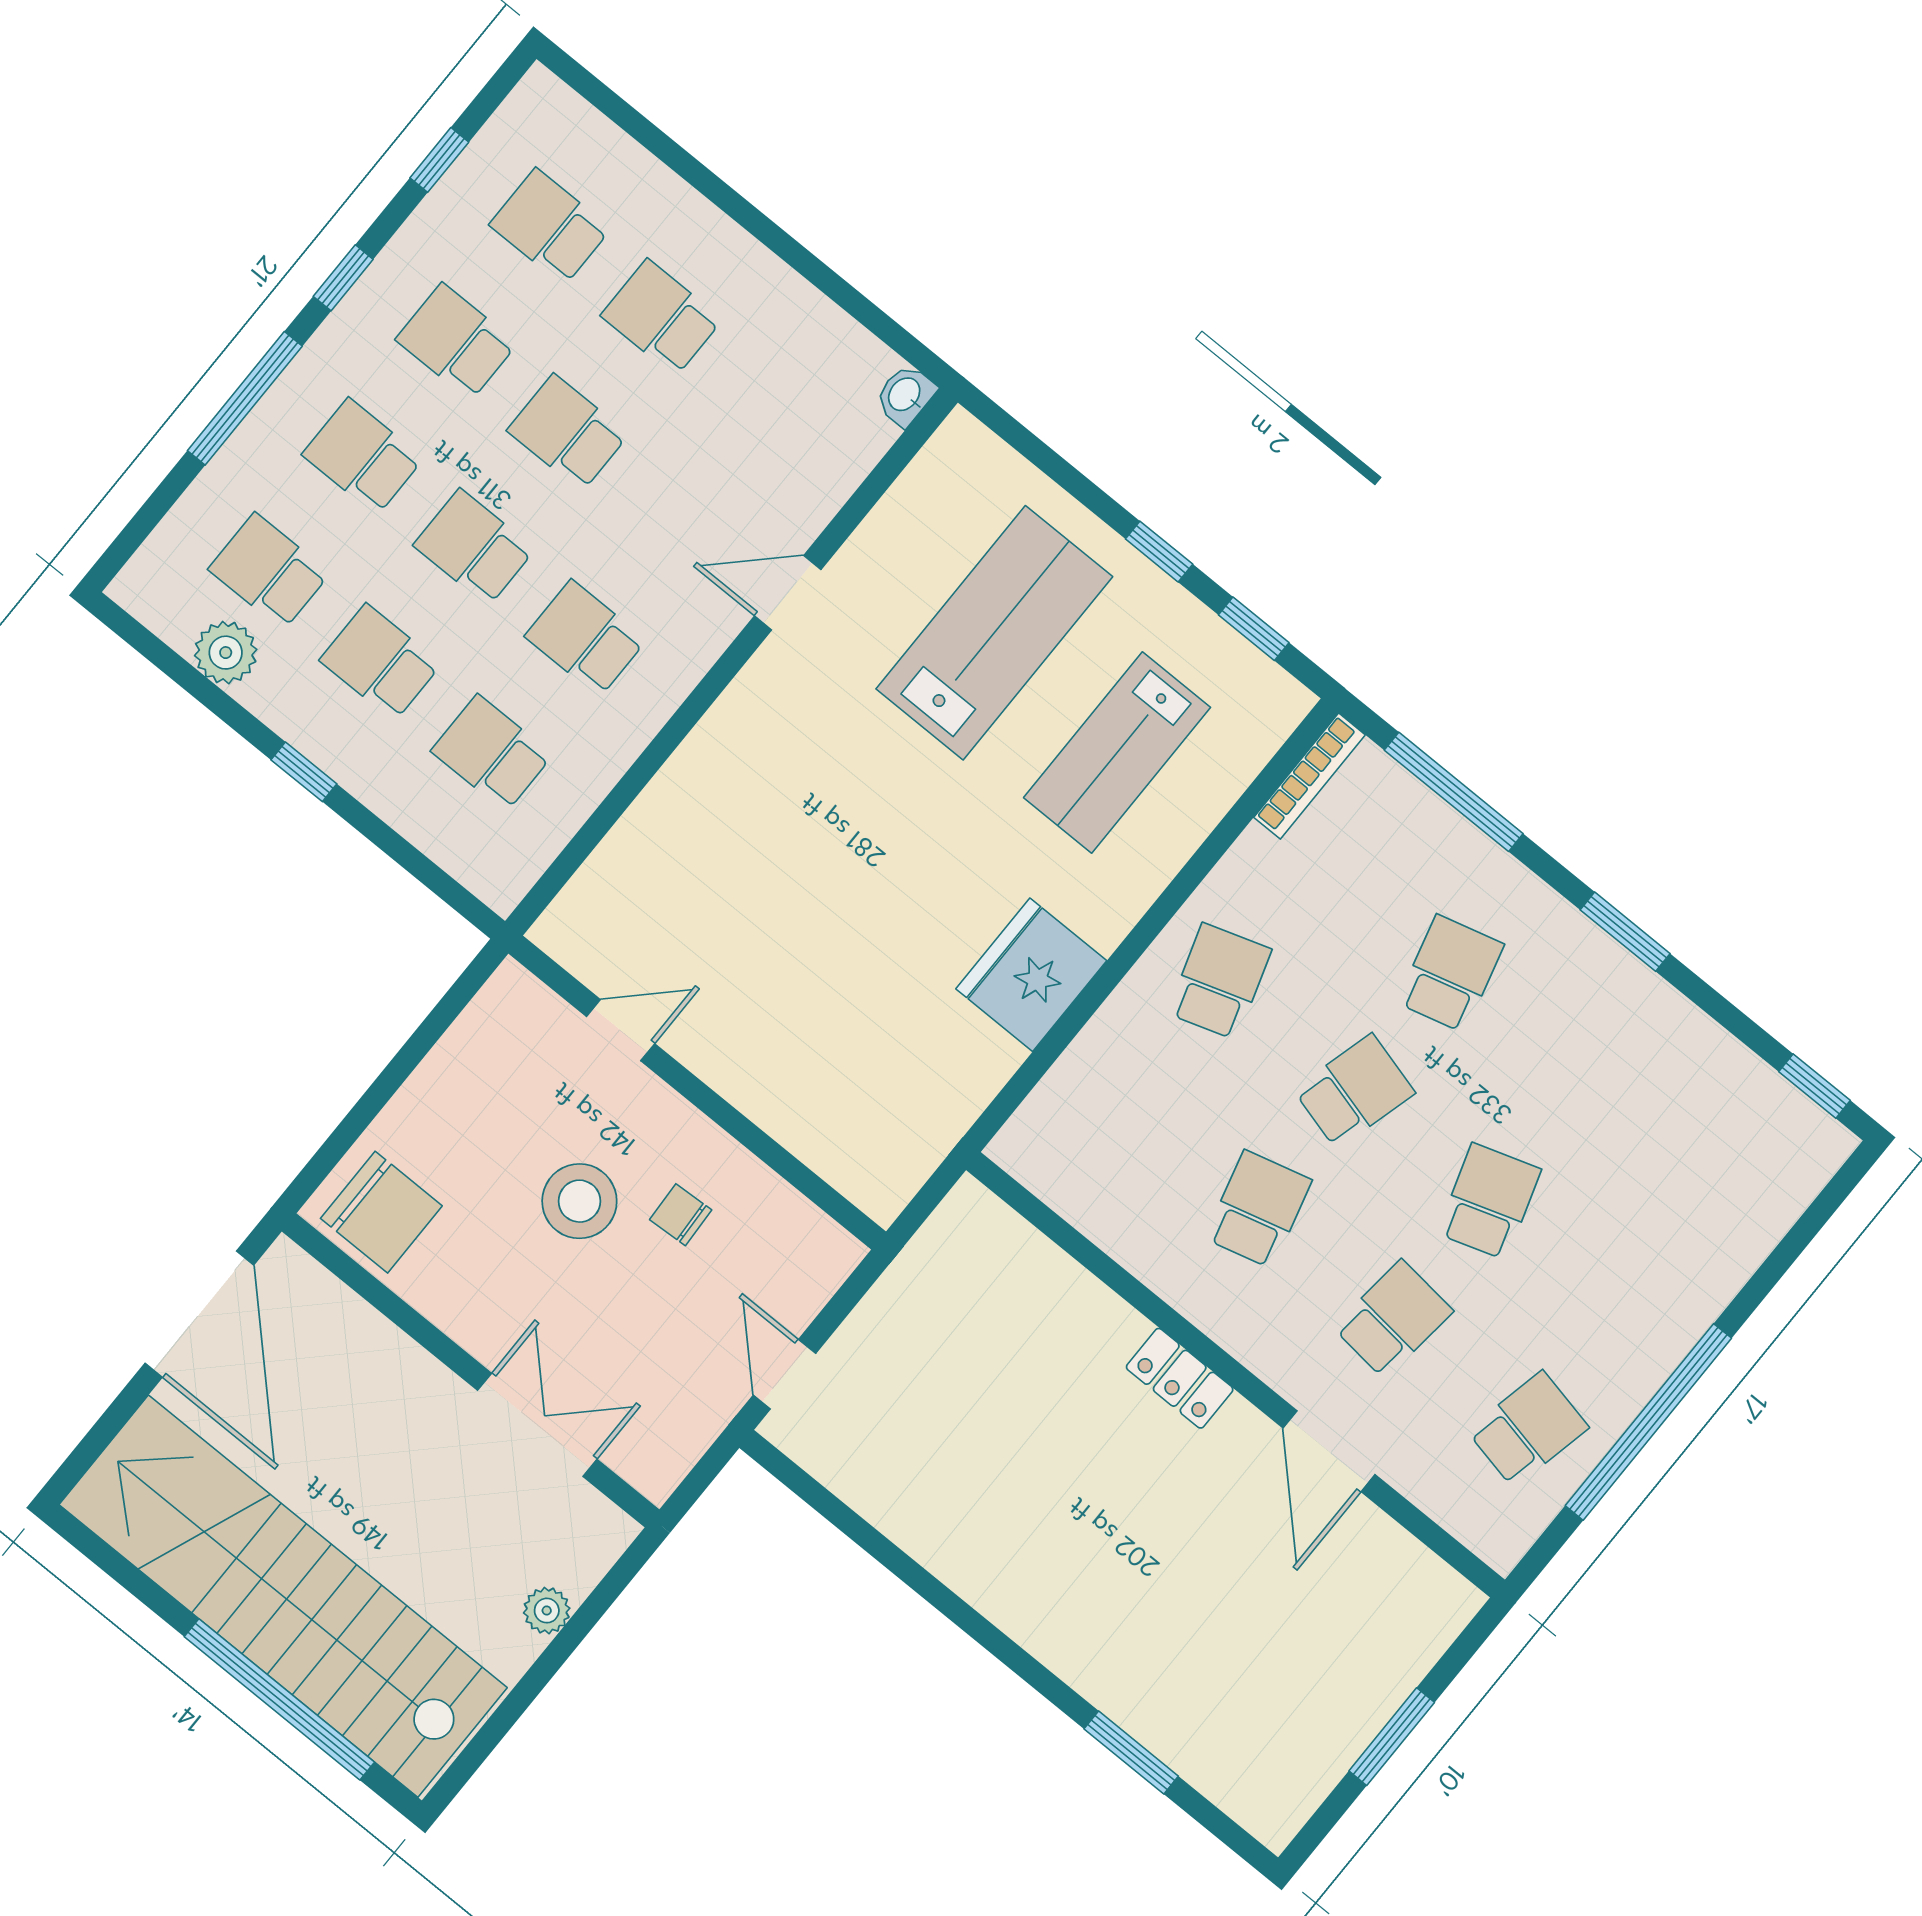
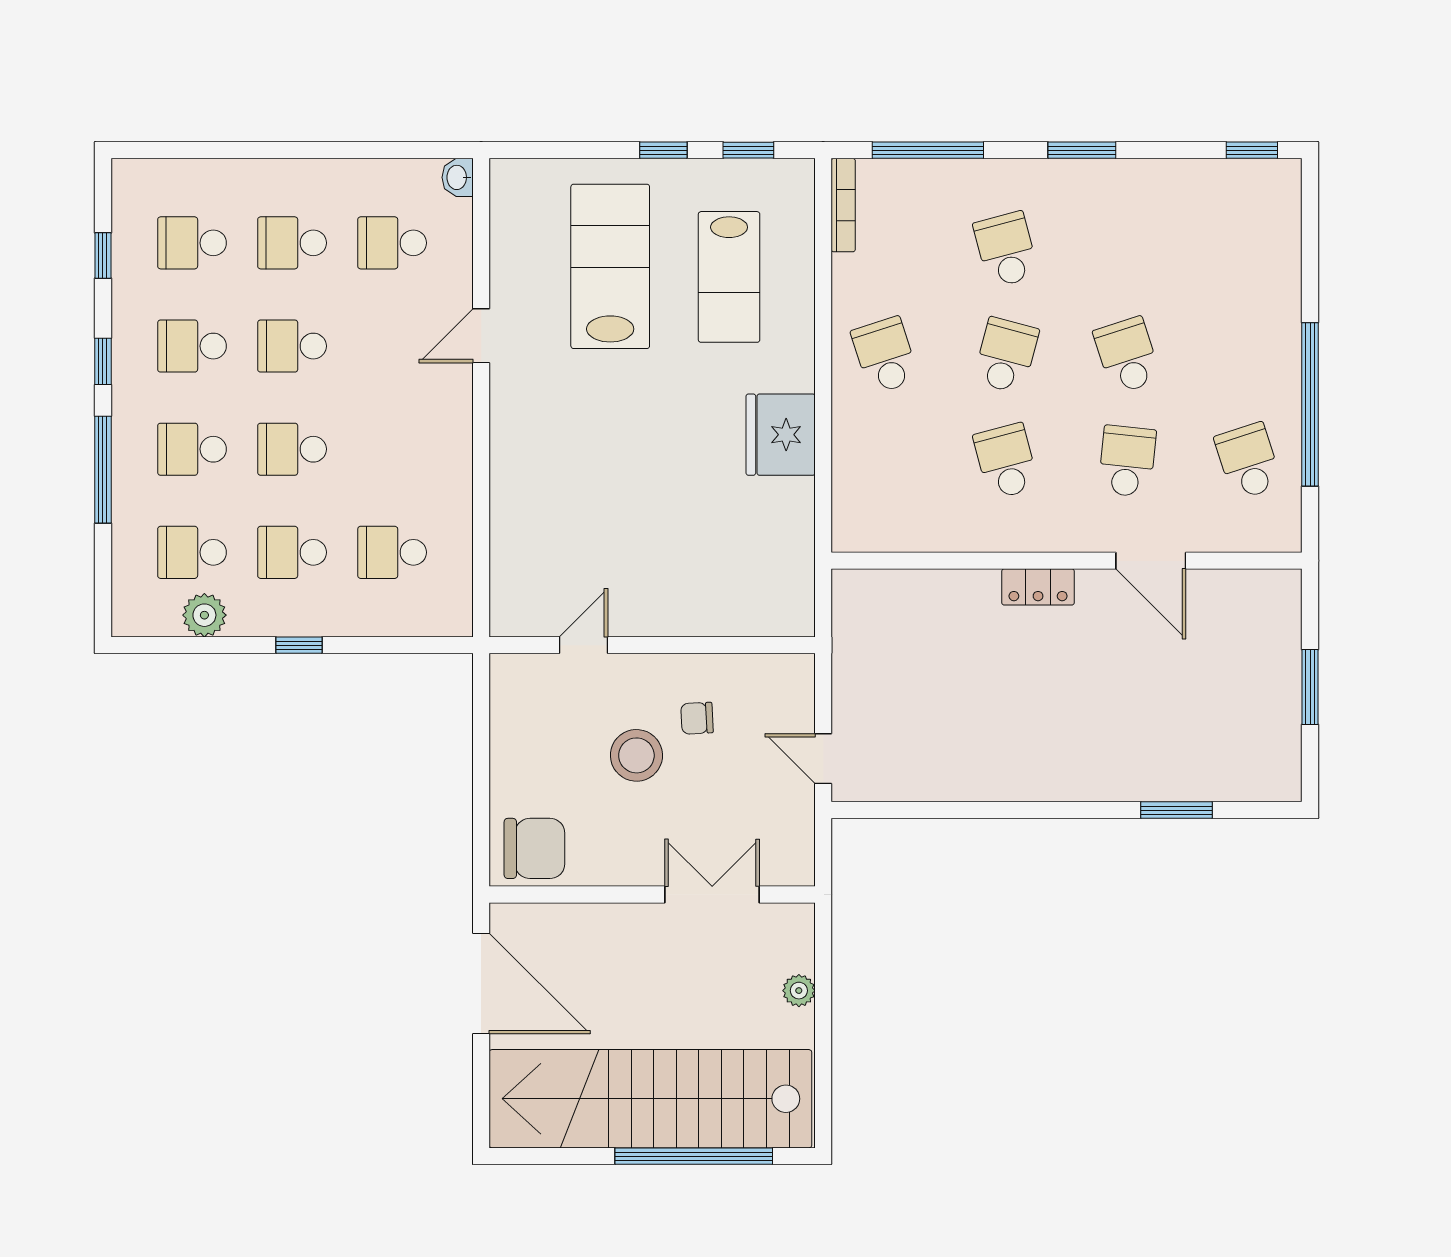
school desk: (585, 638) -> (392, 243), moved
school desk: (1528, 1429) -> (1248, 461), turned -30

